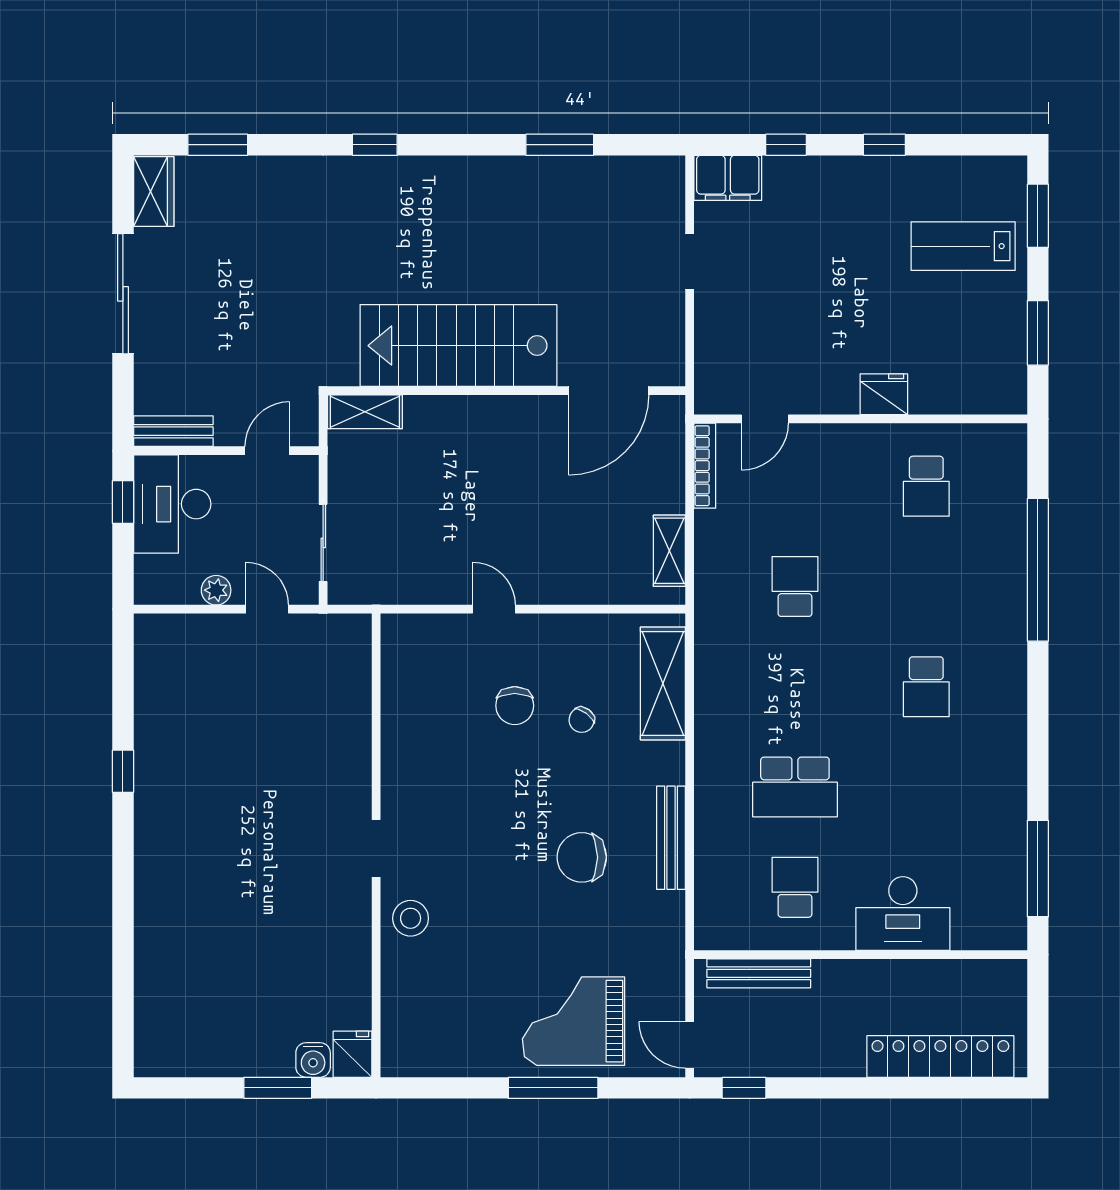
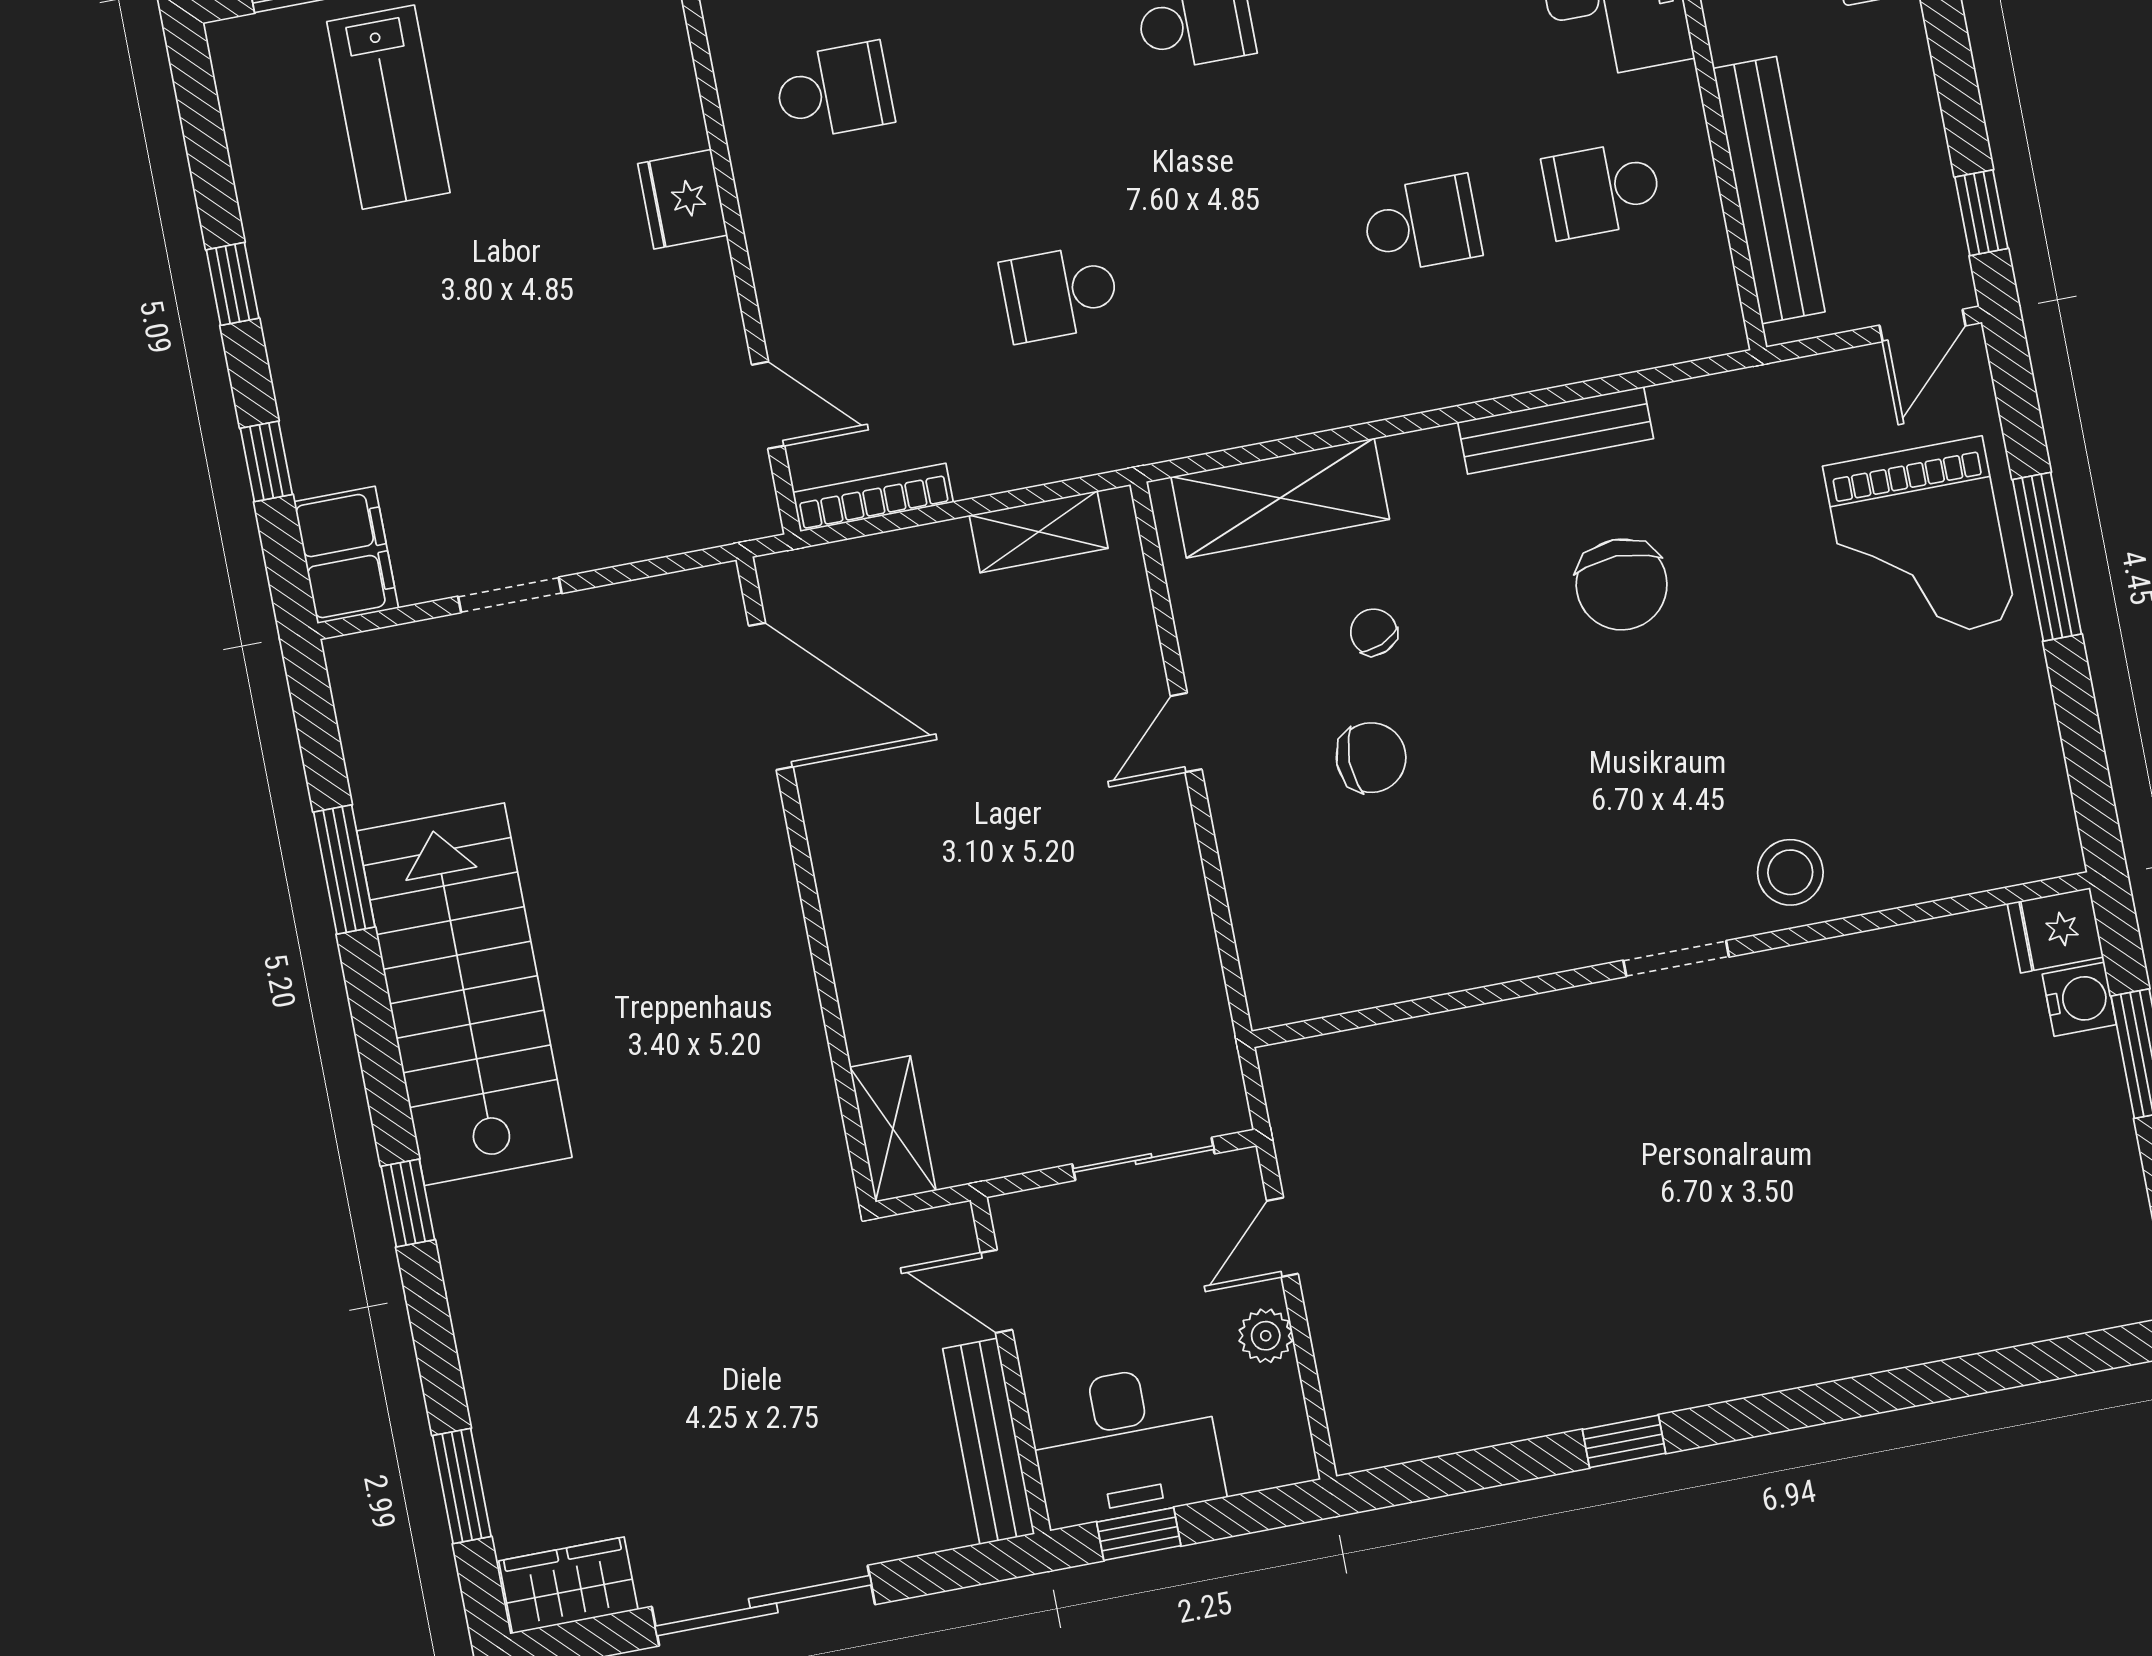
stairs: (458, 346) -> (464, 994), moved, turned 180
bench: (173, 431) -> (989, 1441), width x1.36
door: (494, 609) -> (1186, 733), moved
chair: (582, 720) -> (1374, 632), turned -150
school desk: (795, 787) -> (1421, 224), width x0.54
bench: (759, 973) -> (1769, 190), width x1.37, depth x1.21

